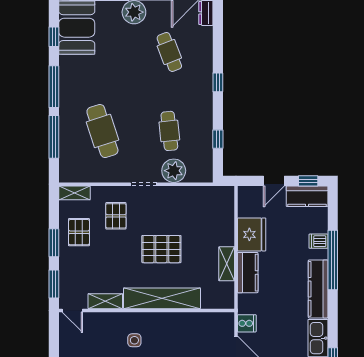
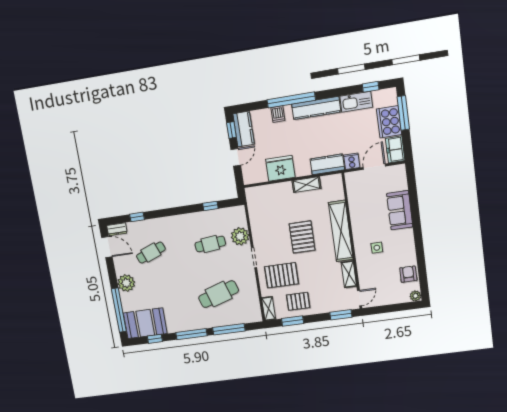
window: (218, 82) -> (137, 217), moved
door: (274, 181) -> (236, 157), hinge flipped
pallet: (116, 216) -> (281, 275), width x1.50, depth x1.42
window: (54, 243) -> (293, 321), moved
kitchen counter: (248, 273) -> (327, 164), moved

